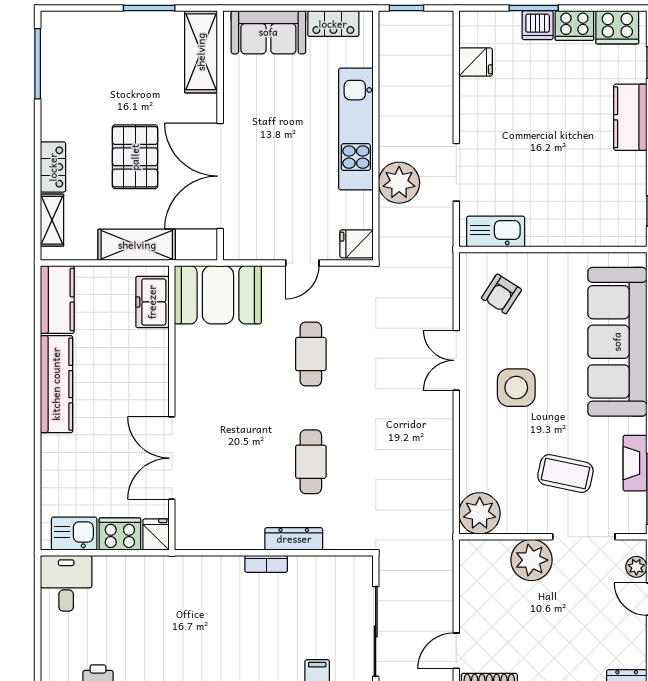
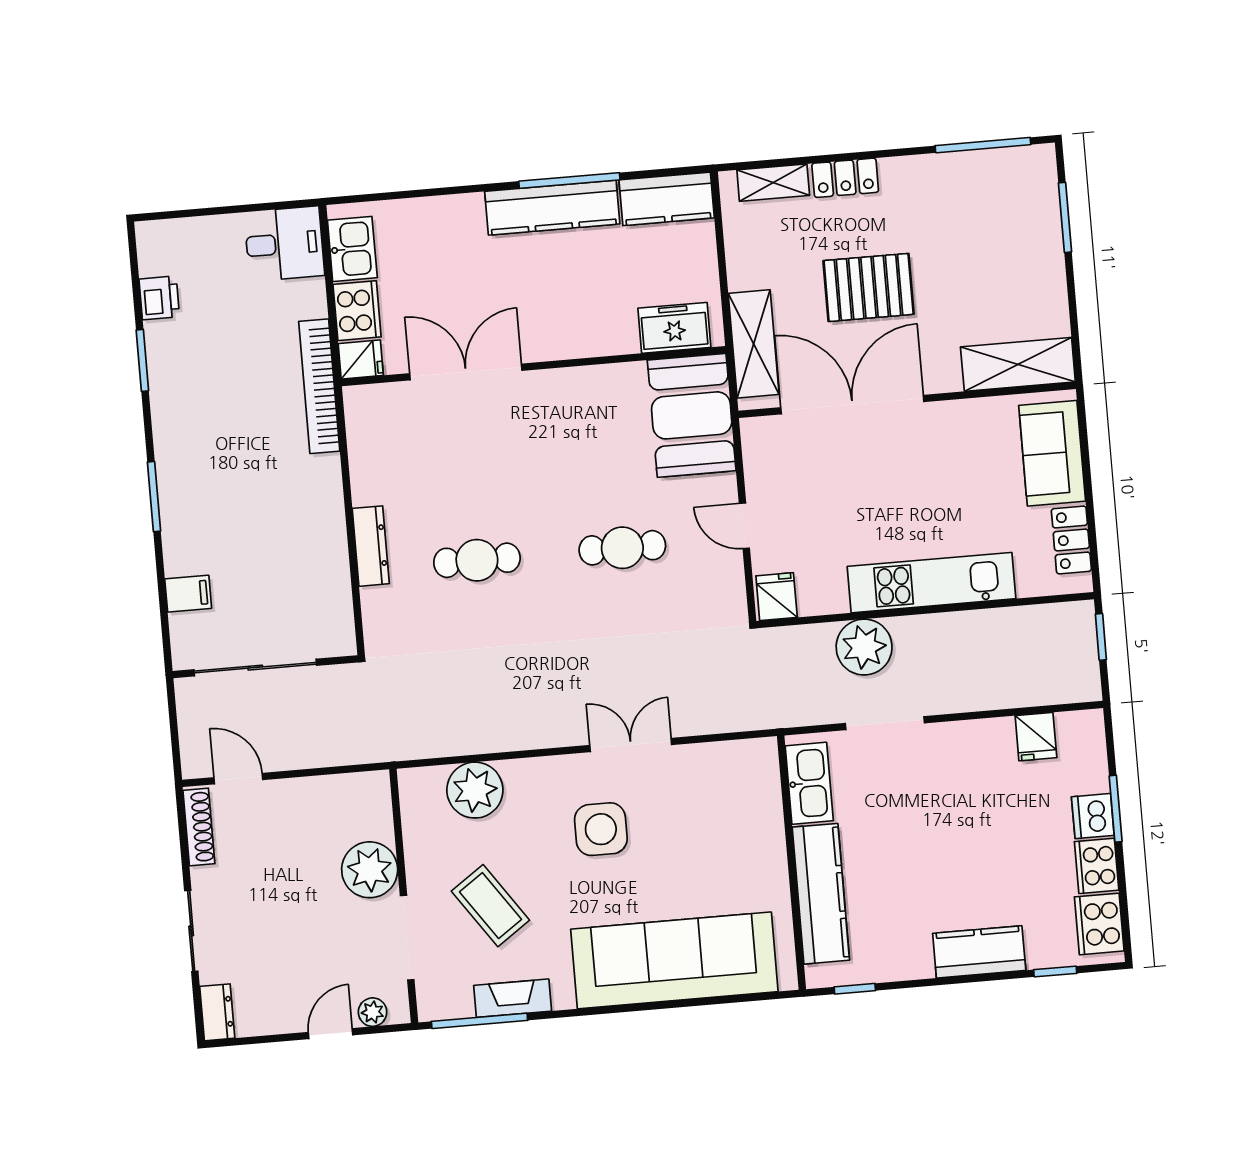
window: (149, 8) -> (1065, 217), moved
kitchen counter: (577, 230) -> (821, 894), added
shelving: (137, 245) -> (754, 344), moved
armchair: (501, 294) -> (726, 798), removed
window: (38, 370) -> (569, 181), added
coffee table: (565, 473) -> (490, 906), turned -47
plant: (480, 513) -> (475, 790), moved
bookcase: (266, 564) -> (319, 386), moved, width x2.31, depth x1.31

